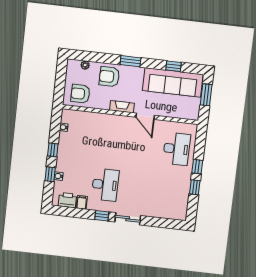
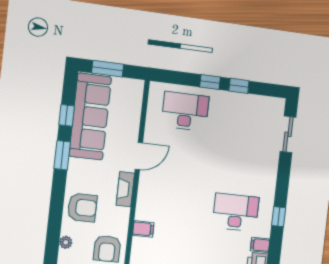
window: (130, 61) -> (62, 155), moved
armchair: (109, 77) -> (82, 208), turned -90
filing cabinet: (94, 119) -> (143, 229), added
sliding door: (128, 219) -> (288, 134), moved

